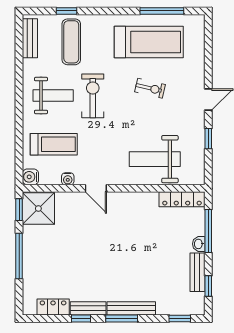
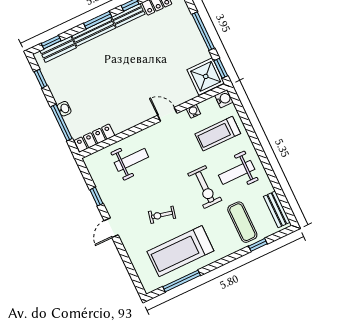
weight bench: (155, 159) -> (131, 160), width x0.73, depth x0.75
bench: (197, 272) -> (58, 49), moved, turned 90

